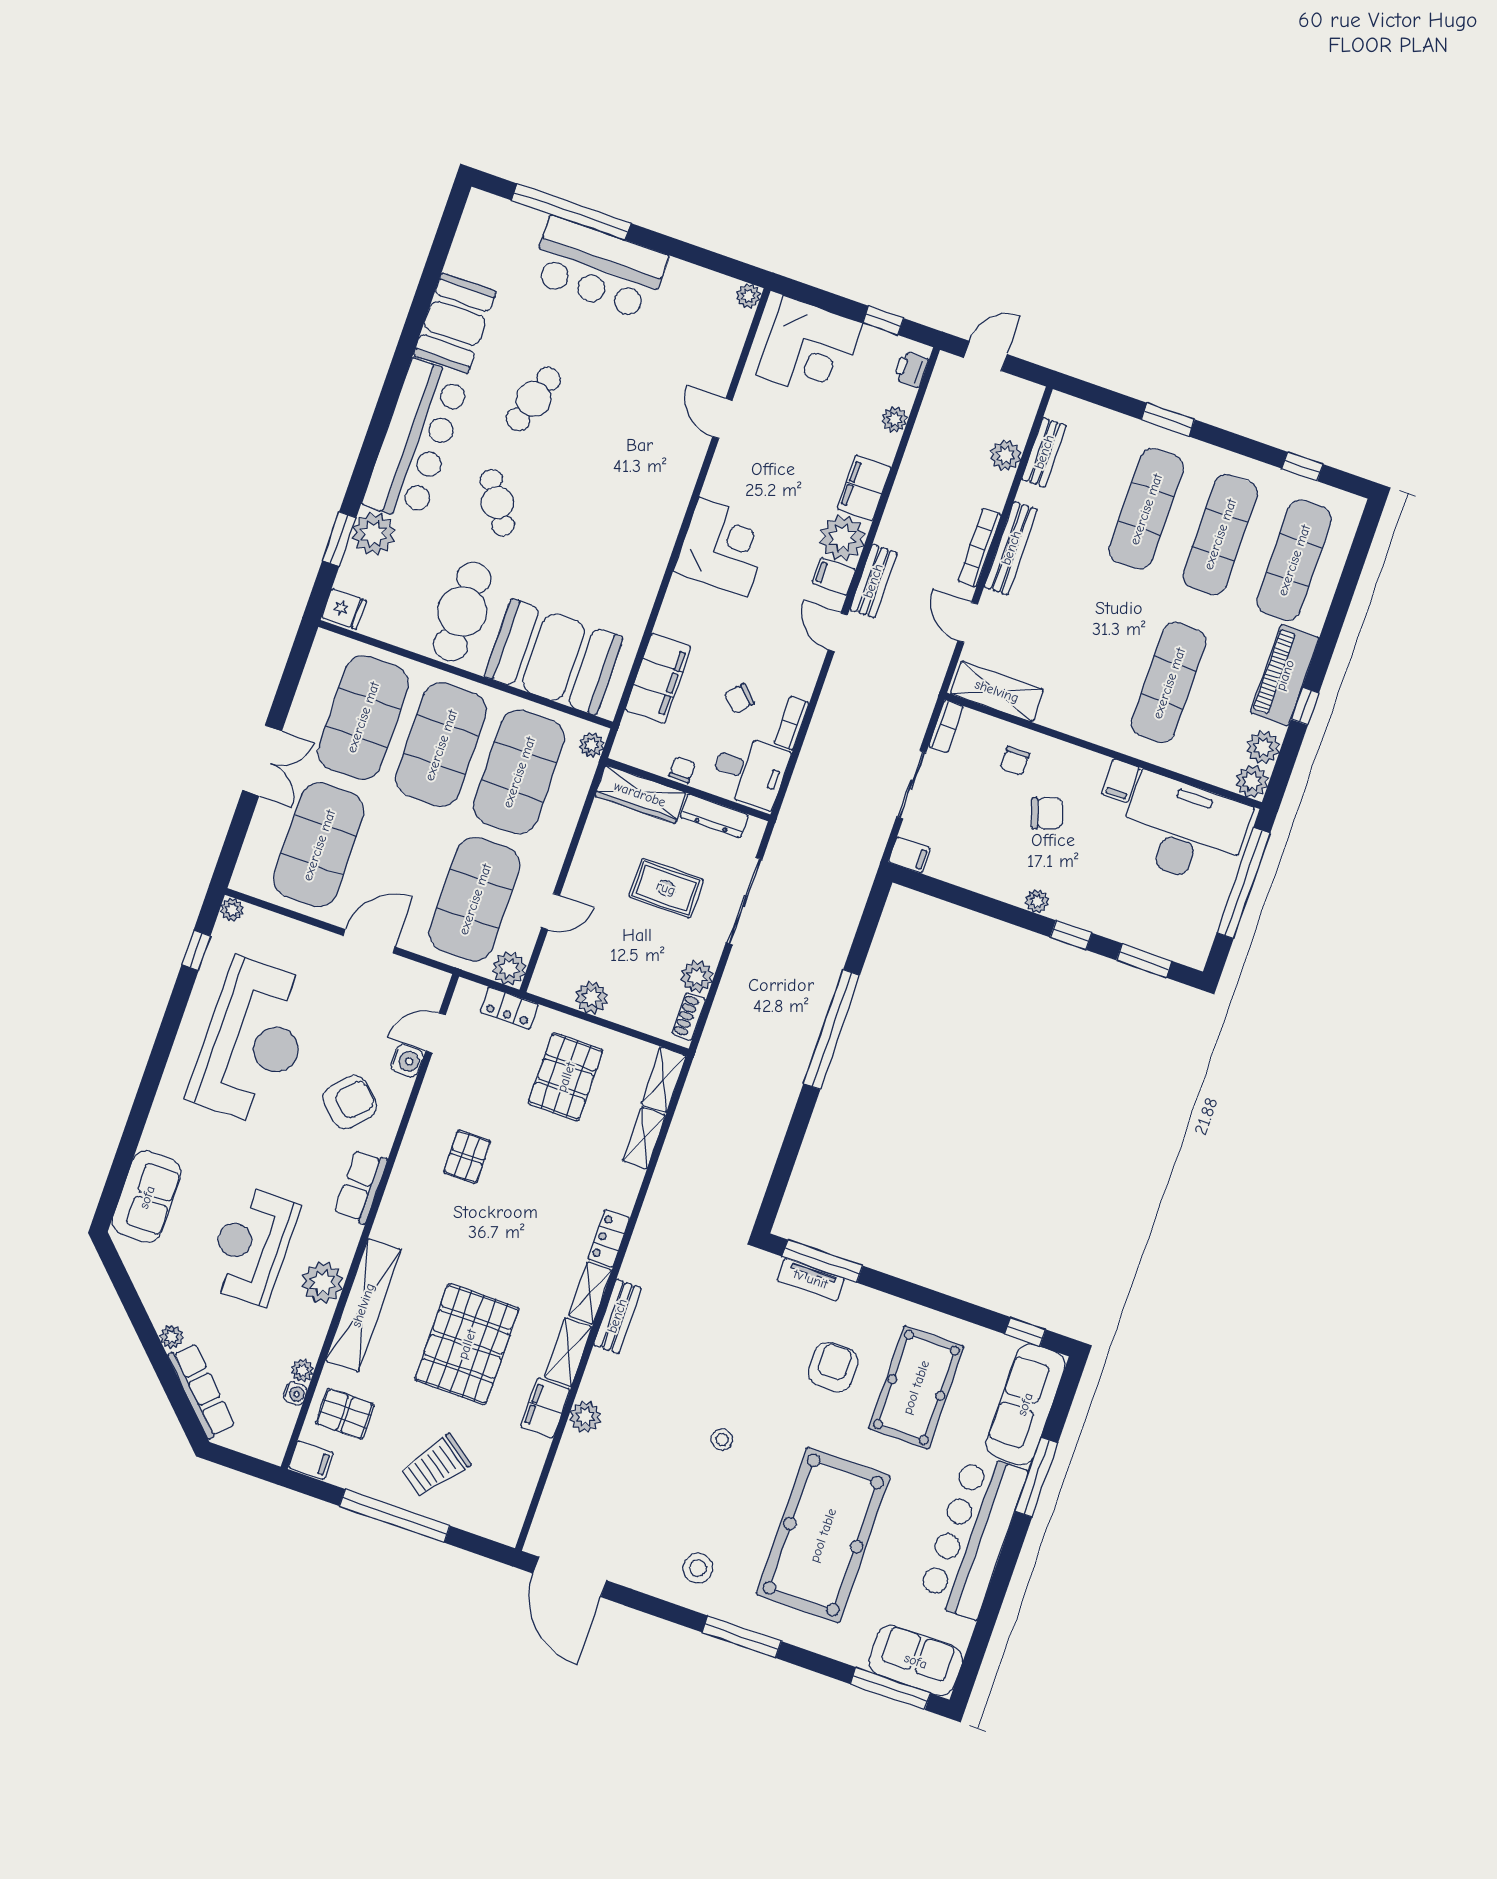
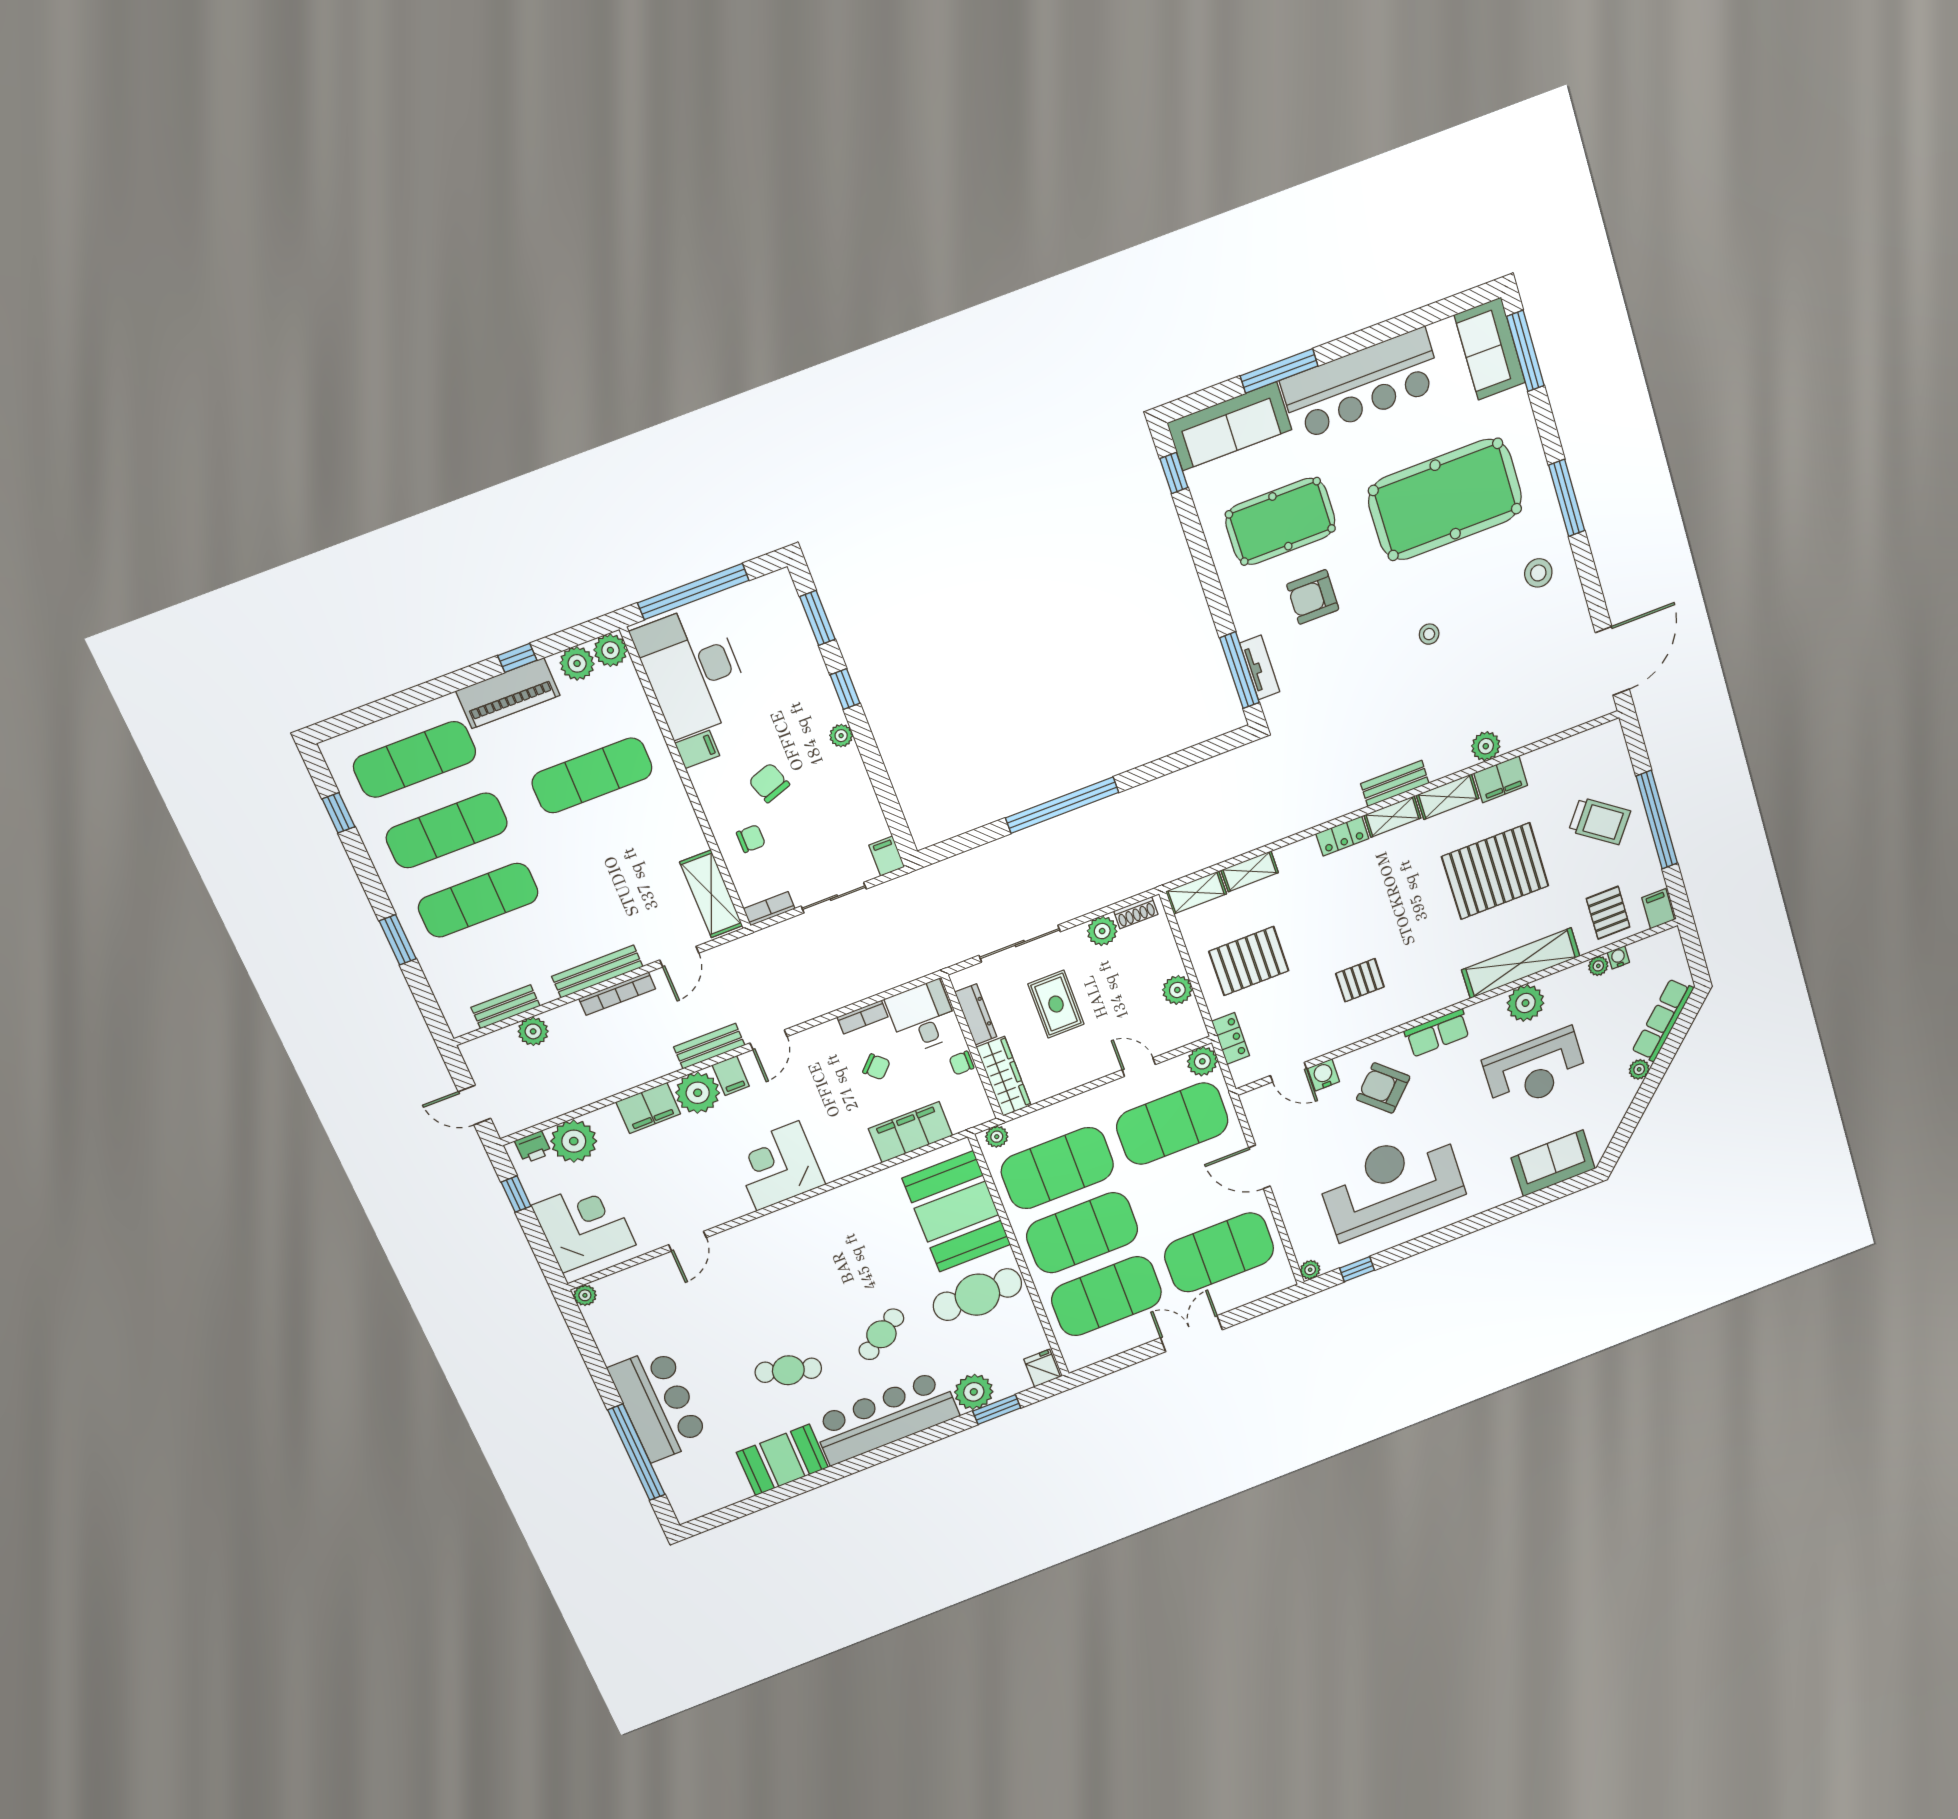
plant: (895, 419) -> (574, 1141), width x1.87, depth x1.87

